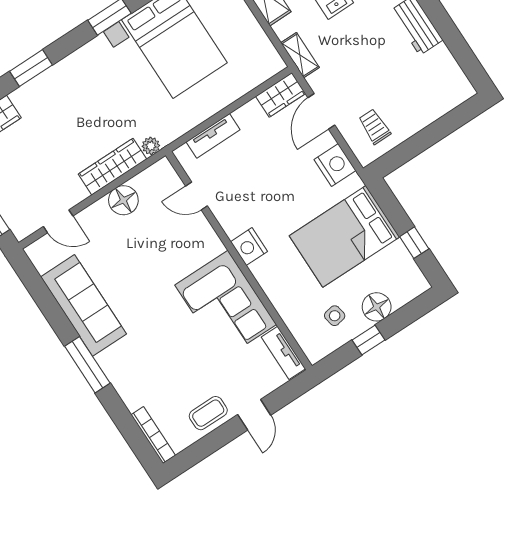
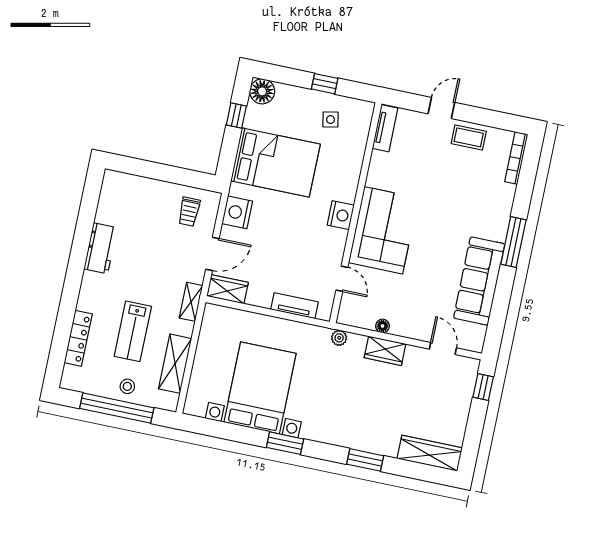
wardrobe: (112, 167) -> (385, 351), width x0.67
floor lamp: (123, 200) -> (382, 326), width x0.53, depth x0.53
corner sofa: (226, 305) -> (383, 230), moved
floor lamp: (377, 307) -> (262, 91), moved

